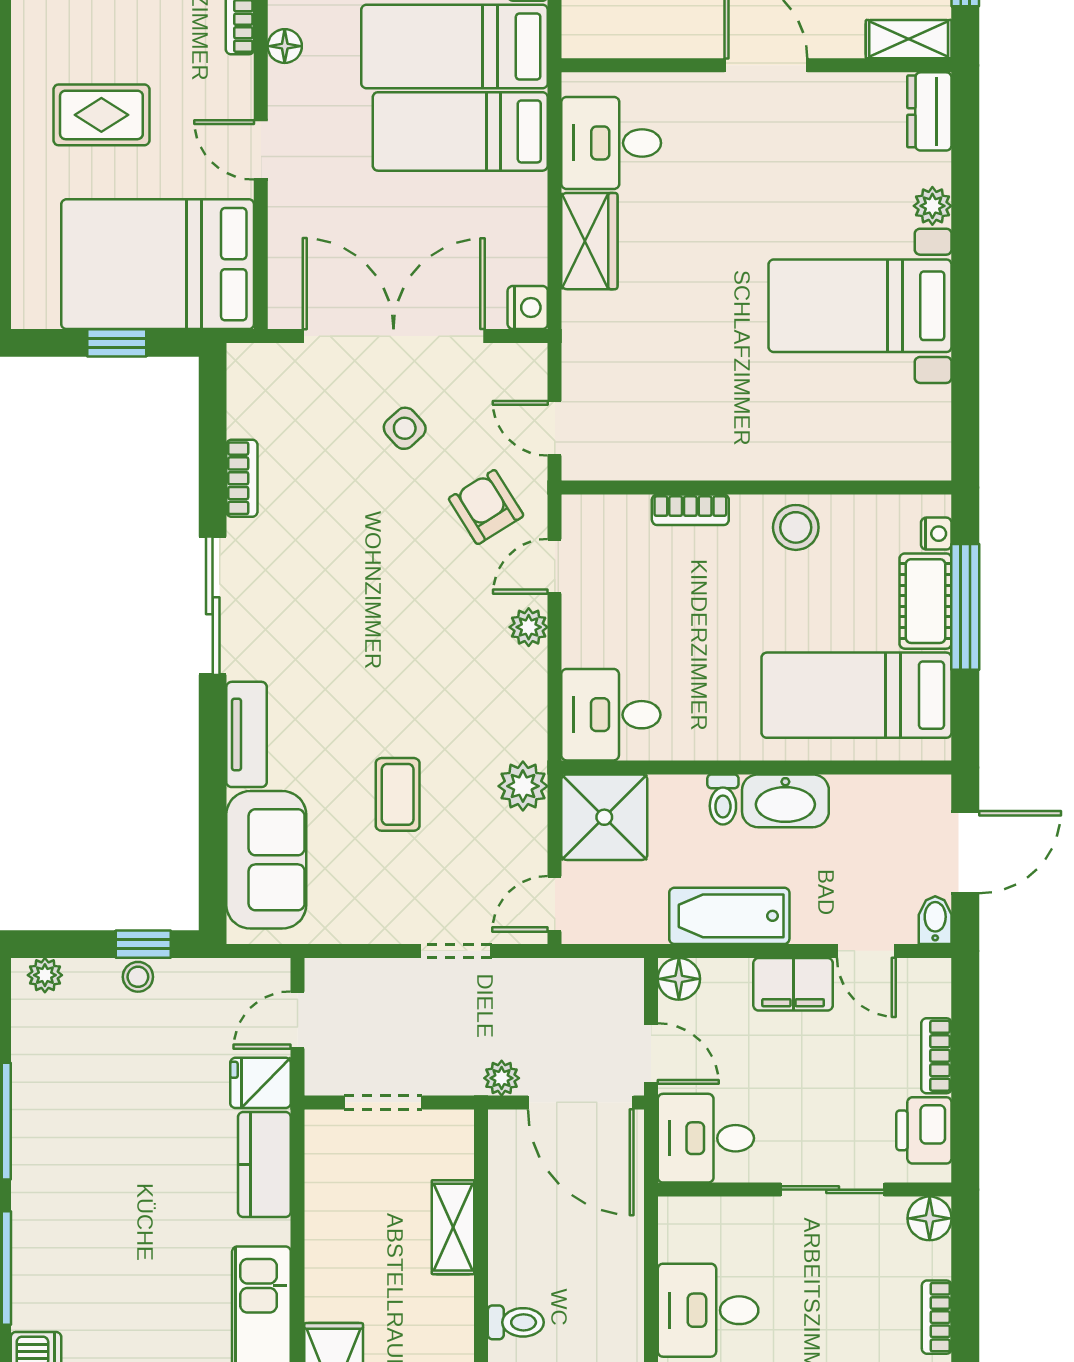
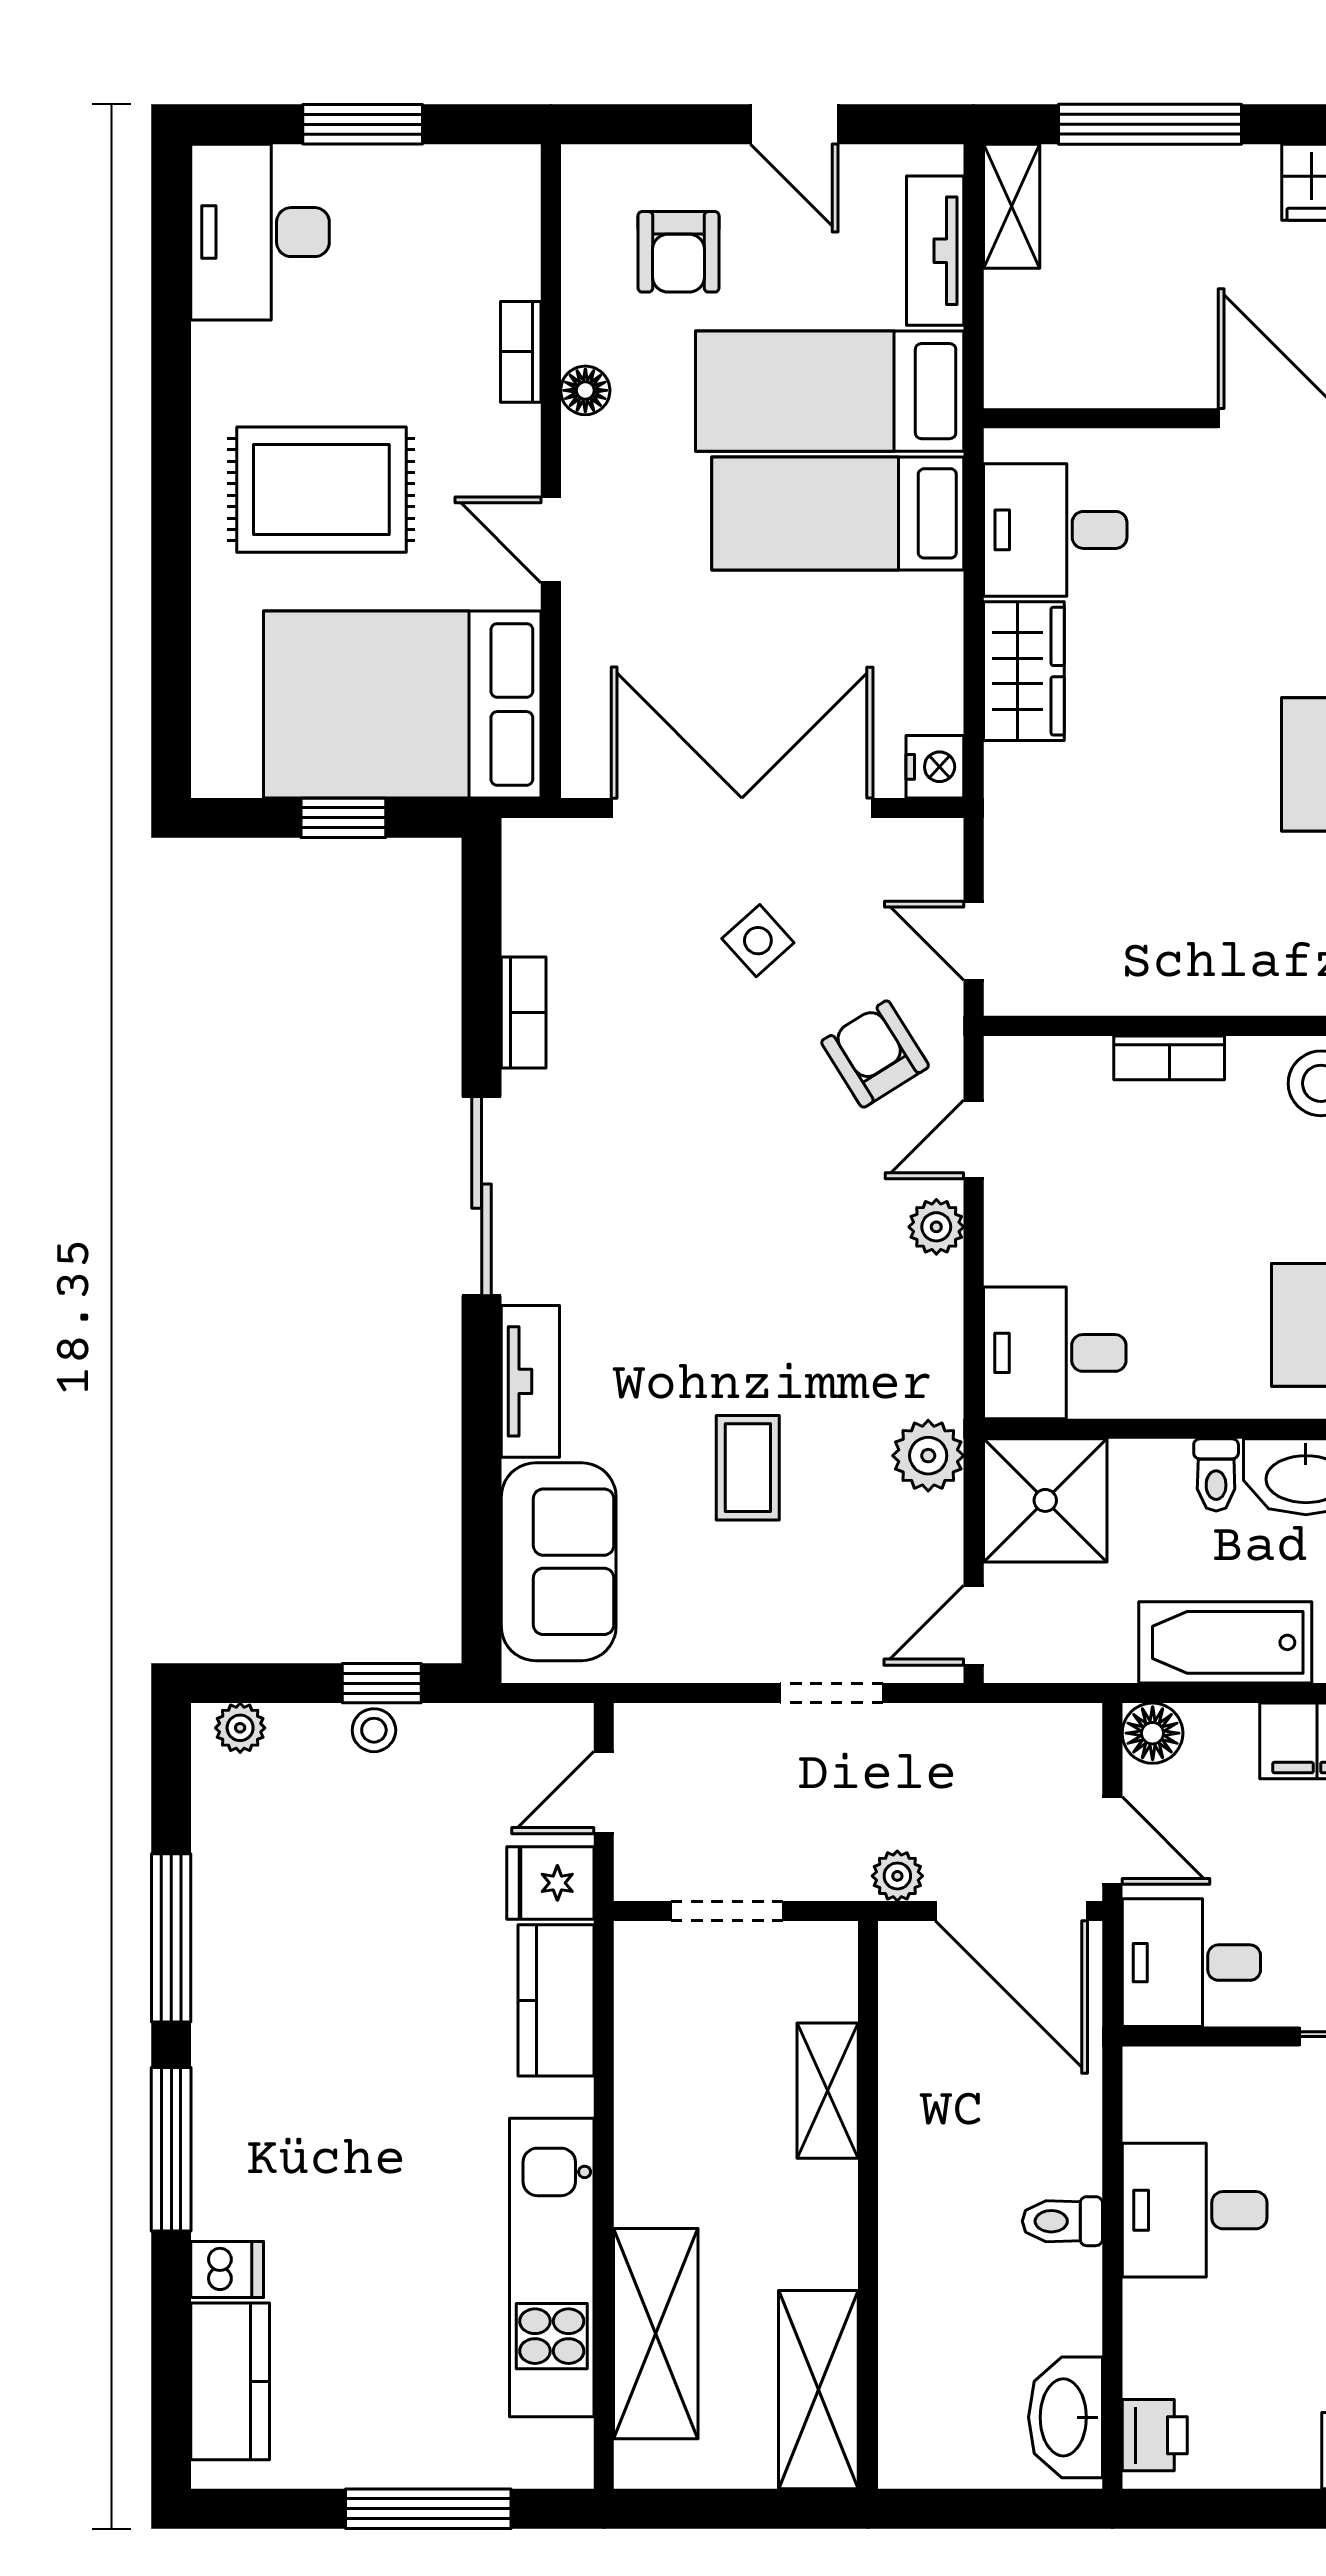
rug: (101, 115) -> (321, 490), width x1.36, depth x1.43
toilet: (516, 1322) -> (1062, 2221), moved, turned 180

